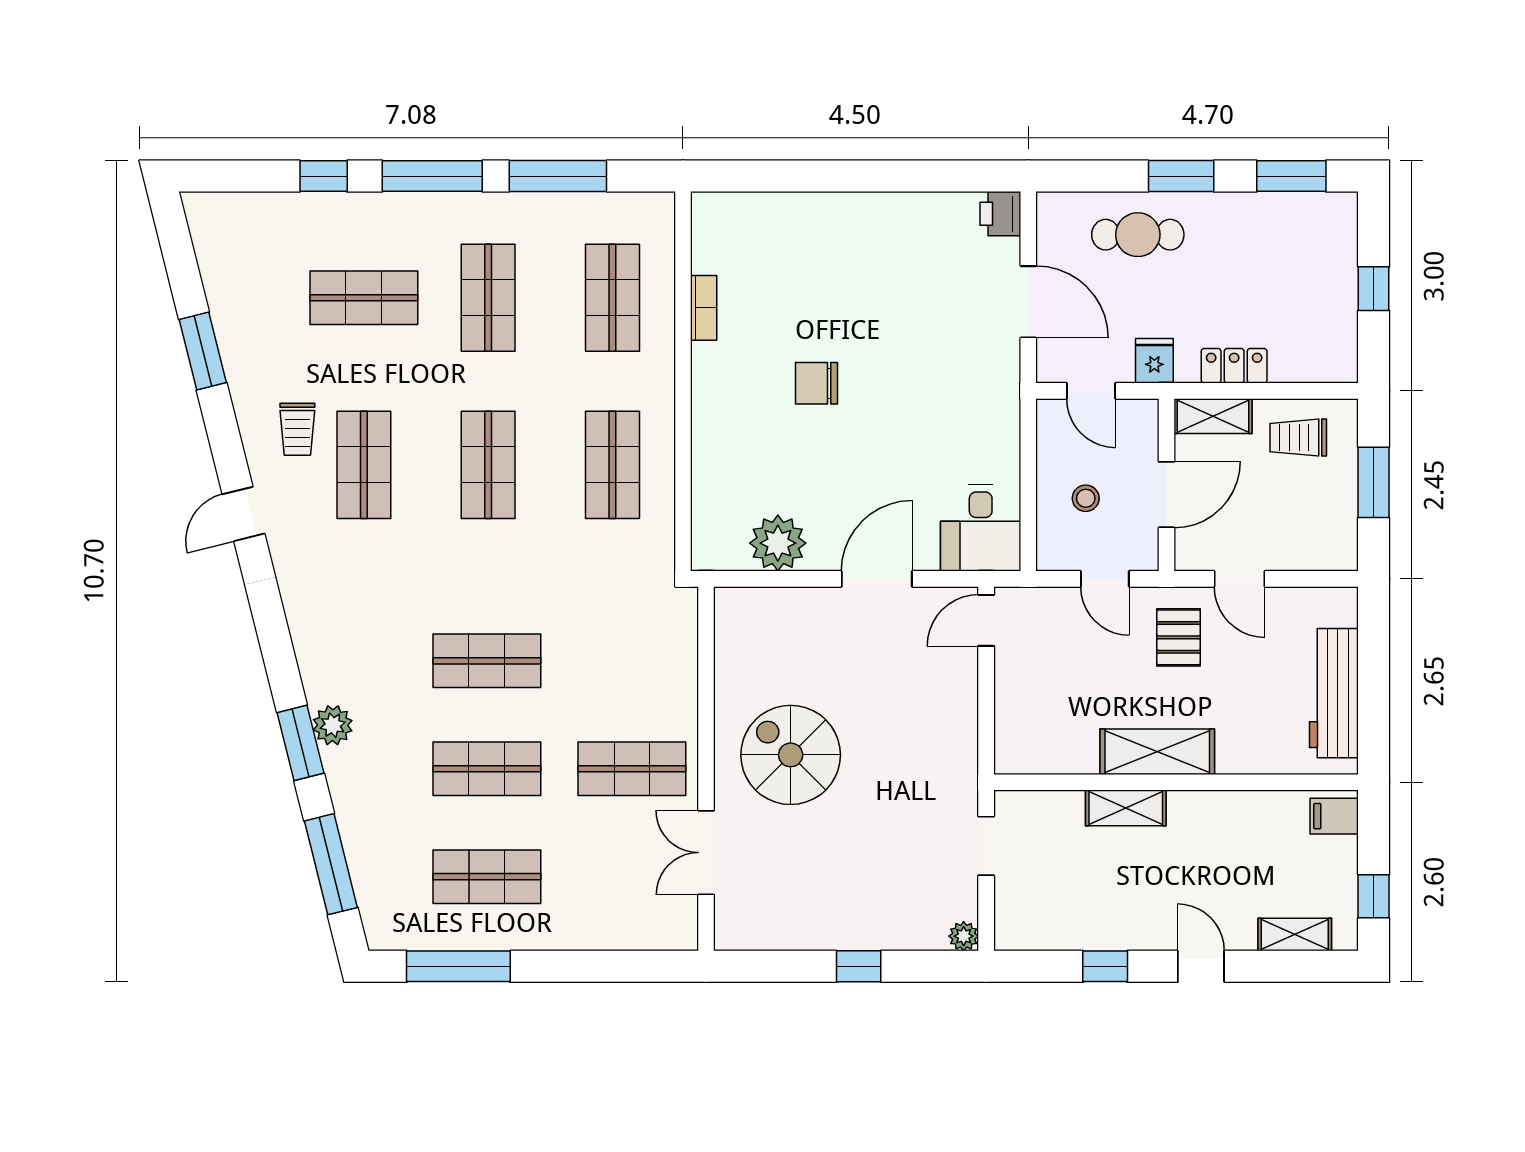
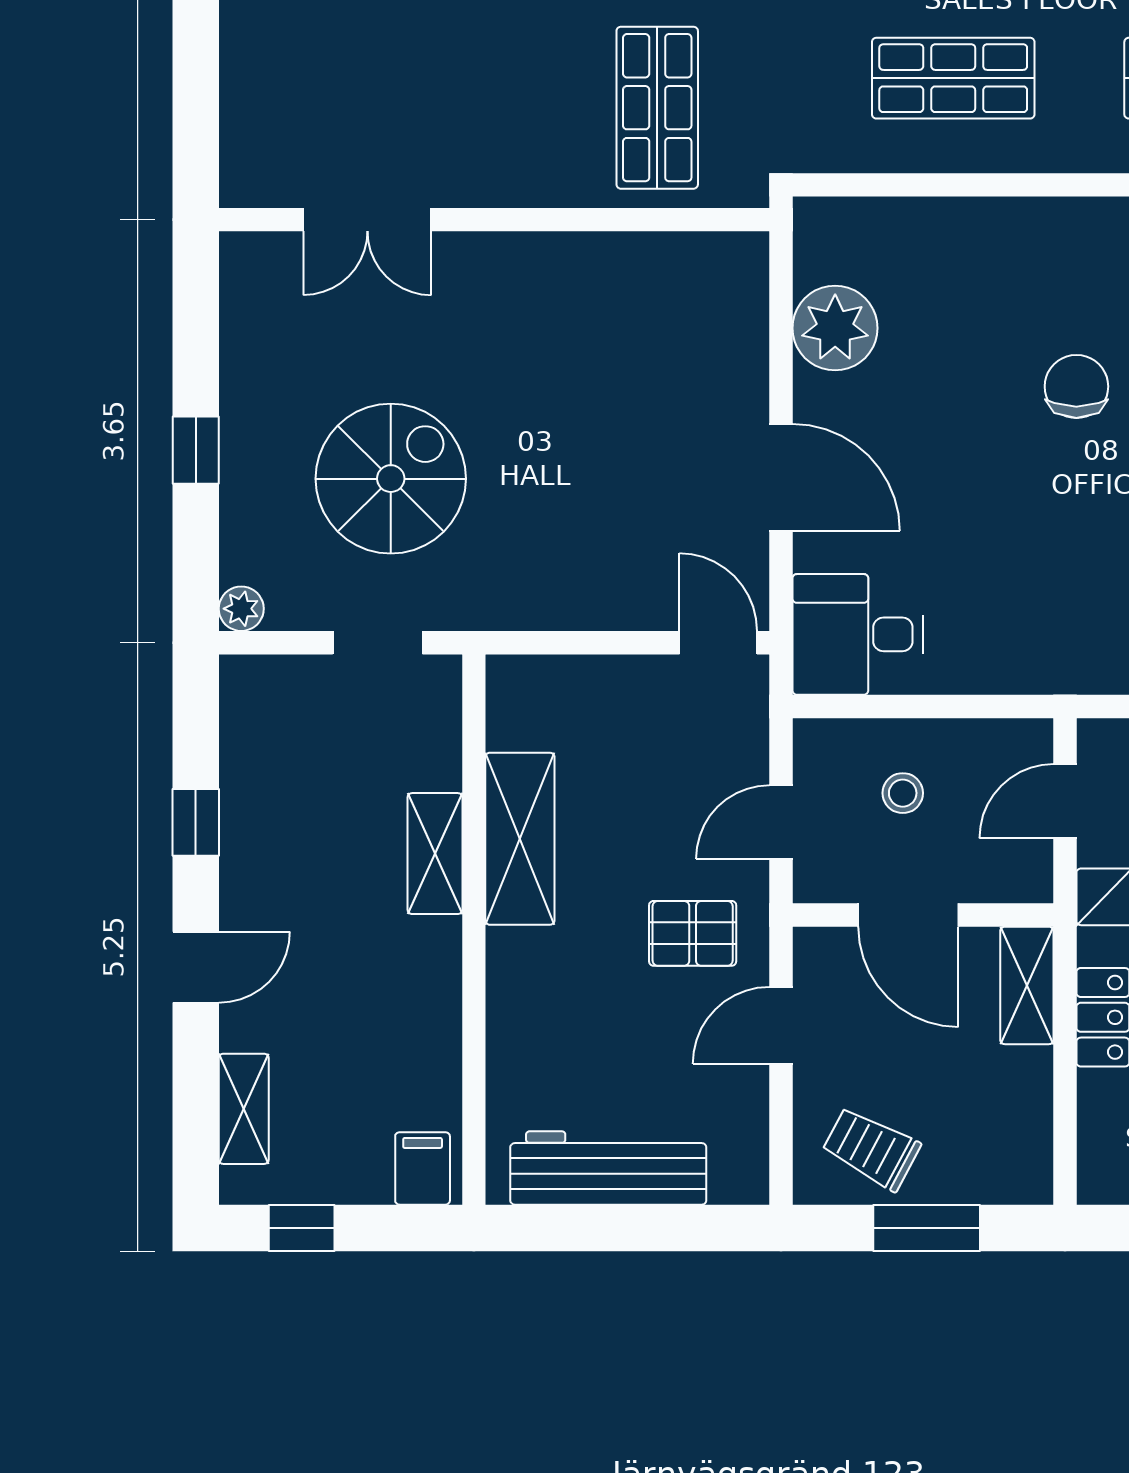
trolley: (1298, 438) -> (871, 1149), moved, turned -62
shelving: (1157, 752) -> (520, 839), moved
spiral stairs: (791, 755) -> (391, 479), moved
shop shelf: (632, 769) -> (657, 108), moved
double door: (706, 853) -> (367, 220), swing flipped

